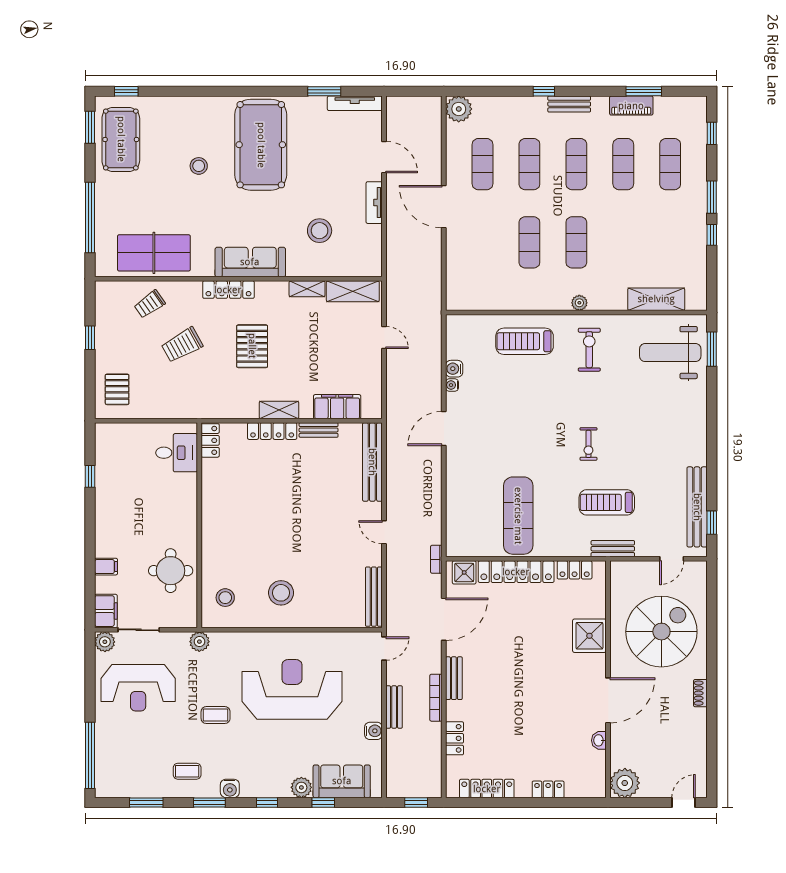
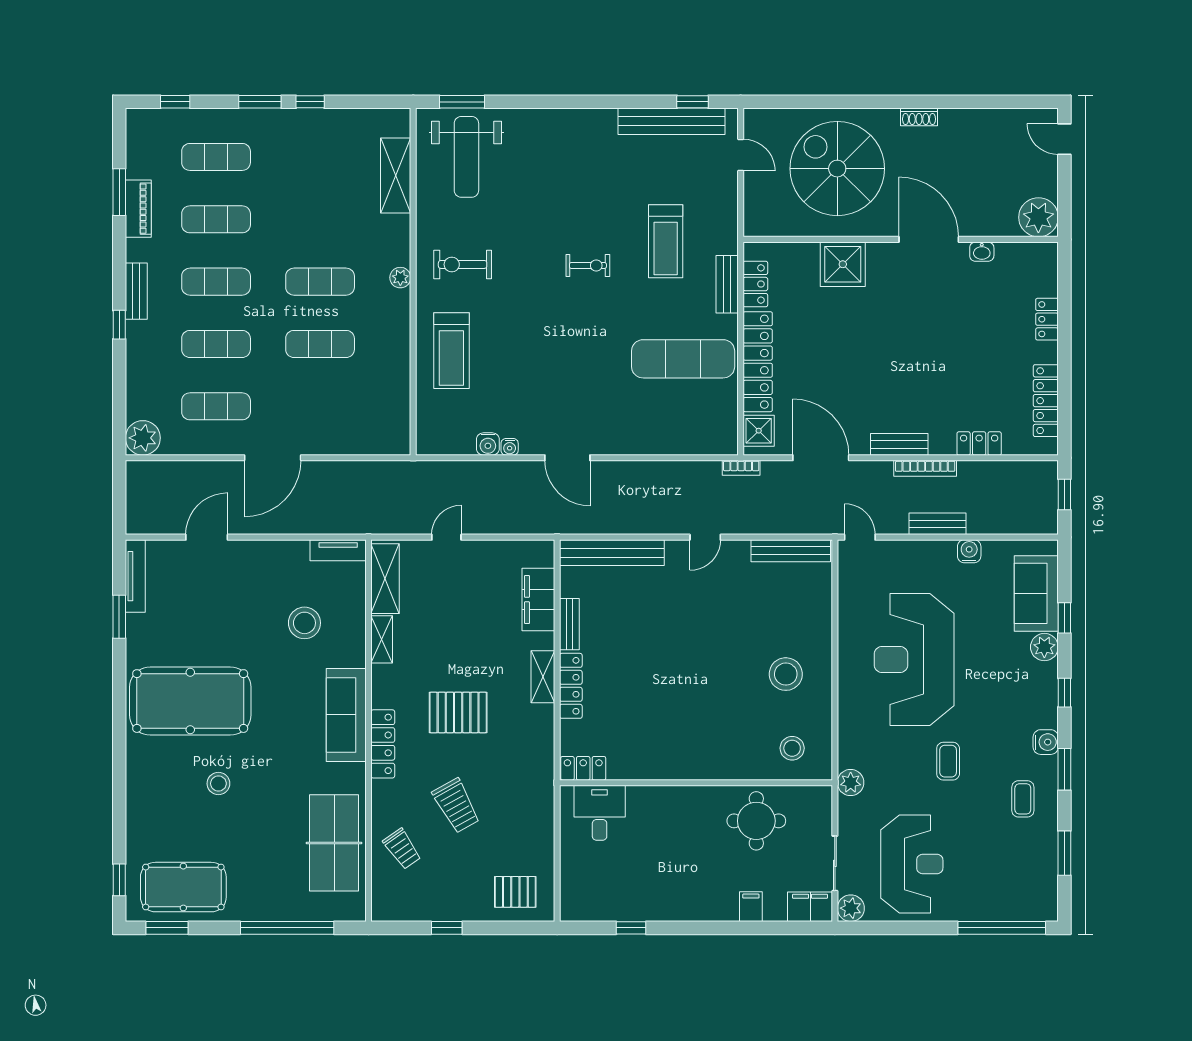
tv unit: (374, 203) -> (338, 550), moved
bench: (613, 549) -> (727, 284), moved

